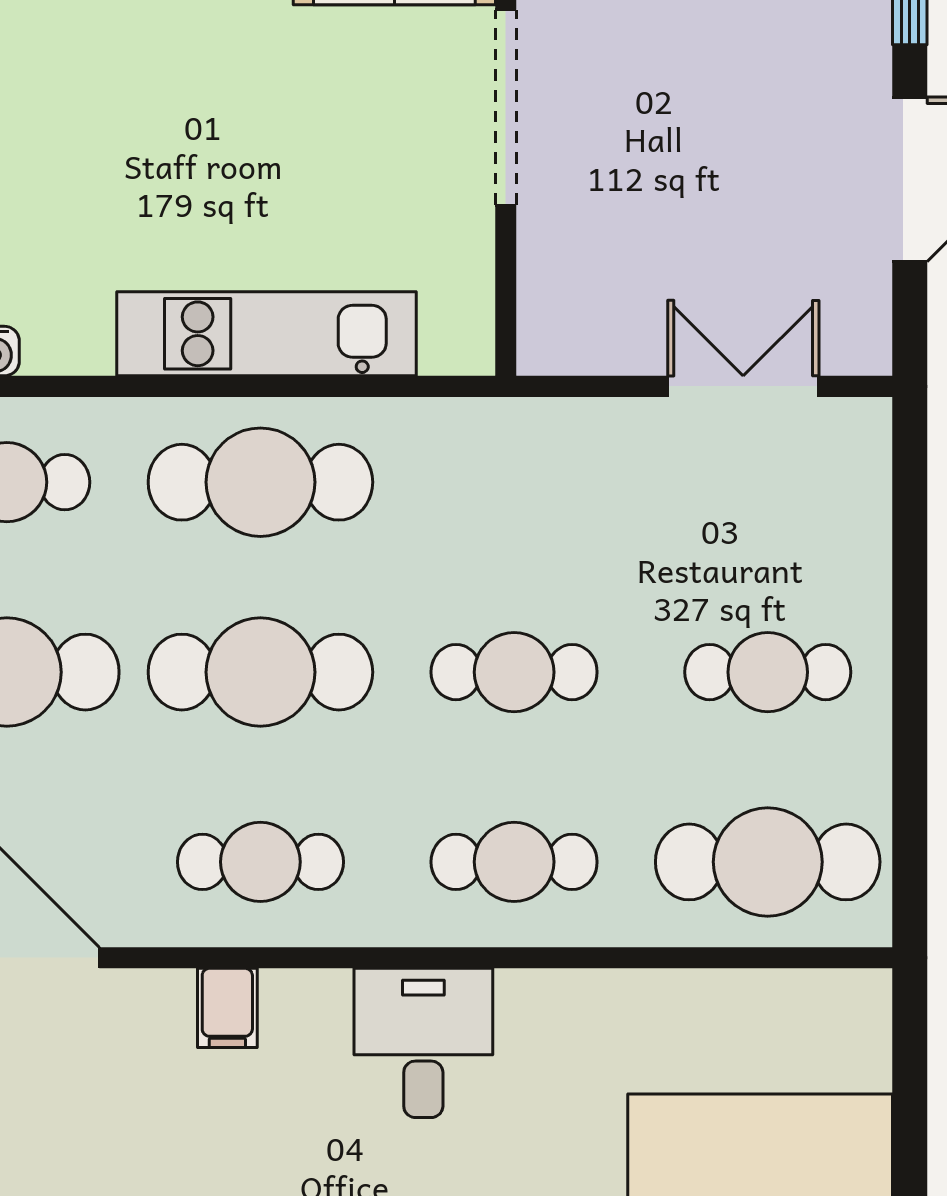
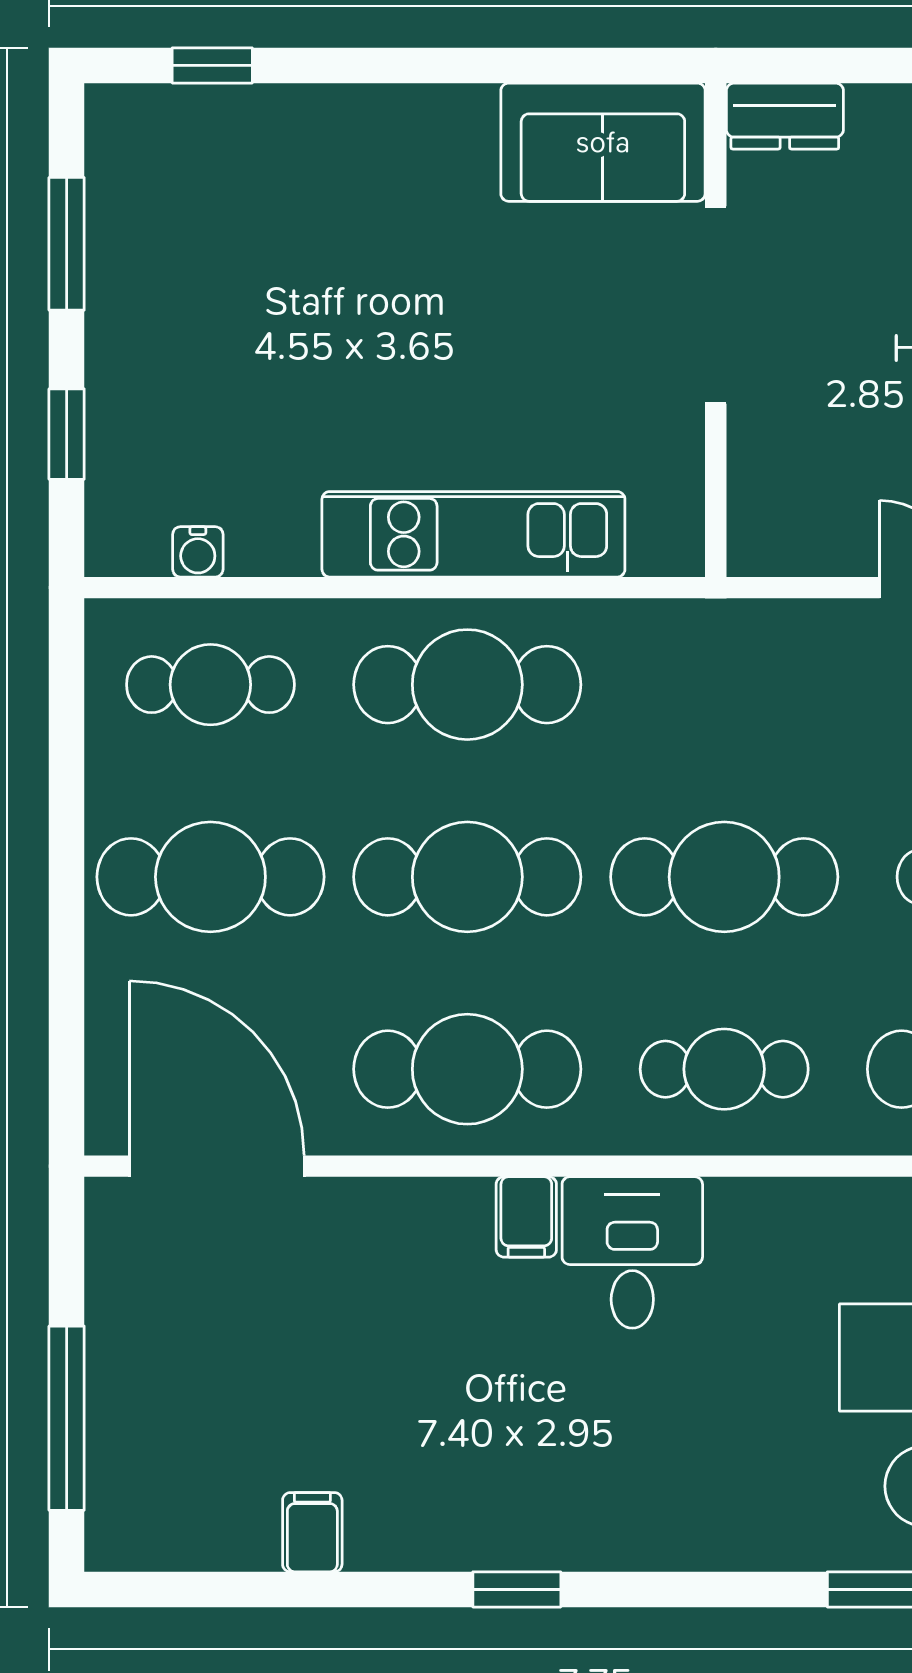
cafe table: (514, 672) -> (724, 877), width x1.37, depth x1.35
cafe table: (260, 862) -> (467, 1069), width x1.37, depth x1.35
filing cabinet: (227, 1008) -> (526, 1217), moved

